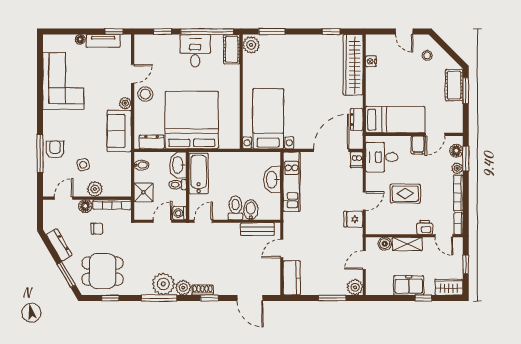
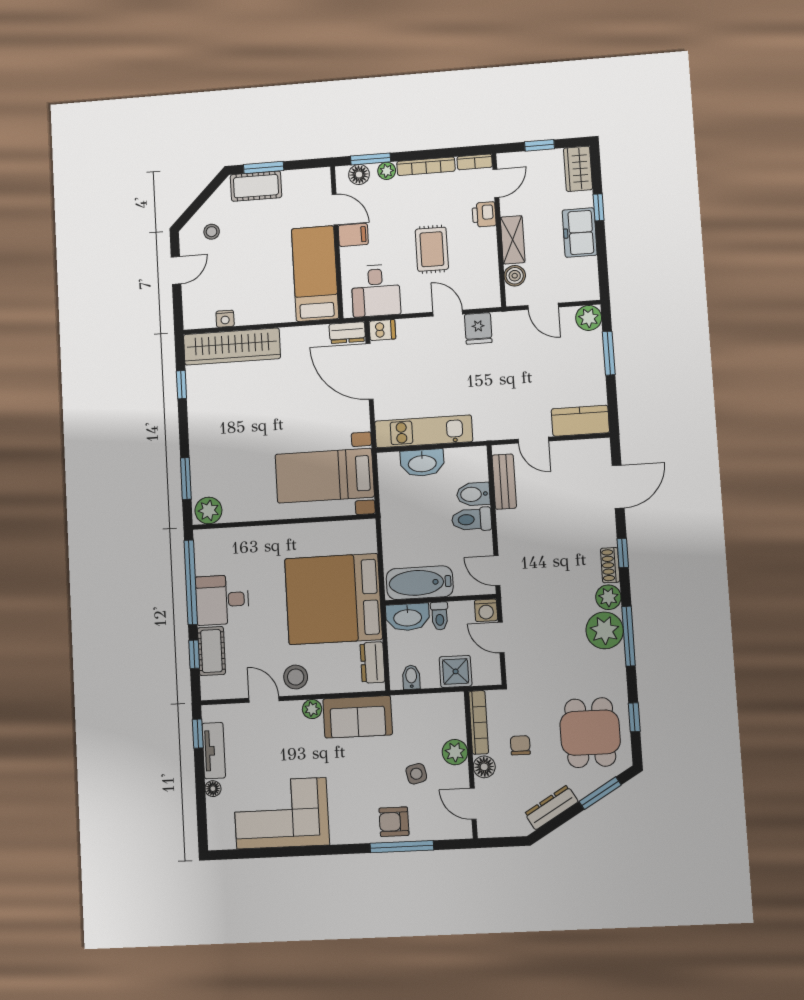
cot: (232, 49) -> (211, 651), moved, turned 90
dresser: (357, 120) -> (347, 333), moved

